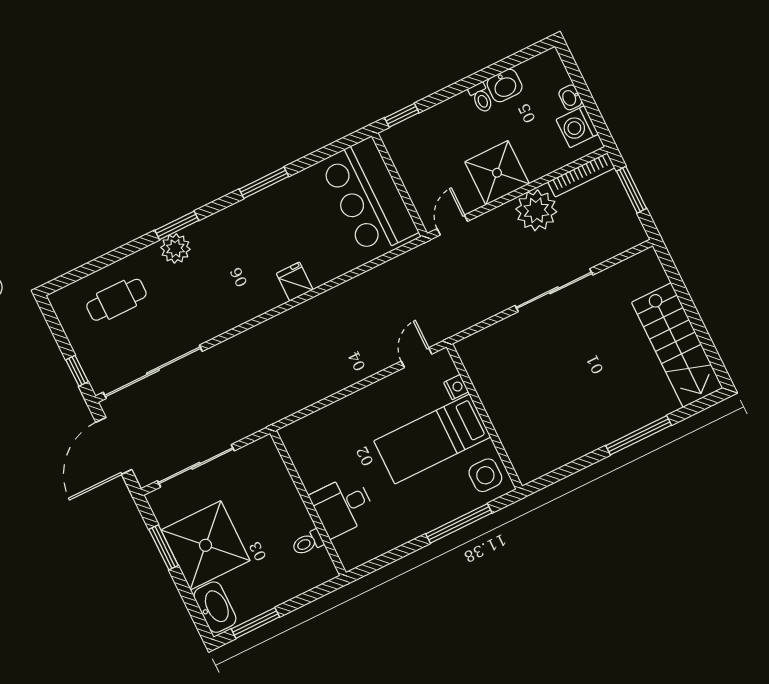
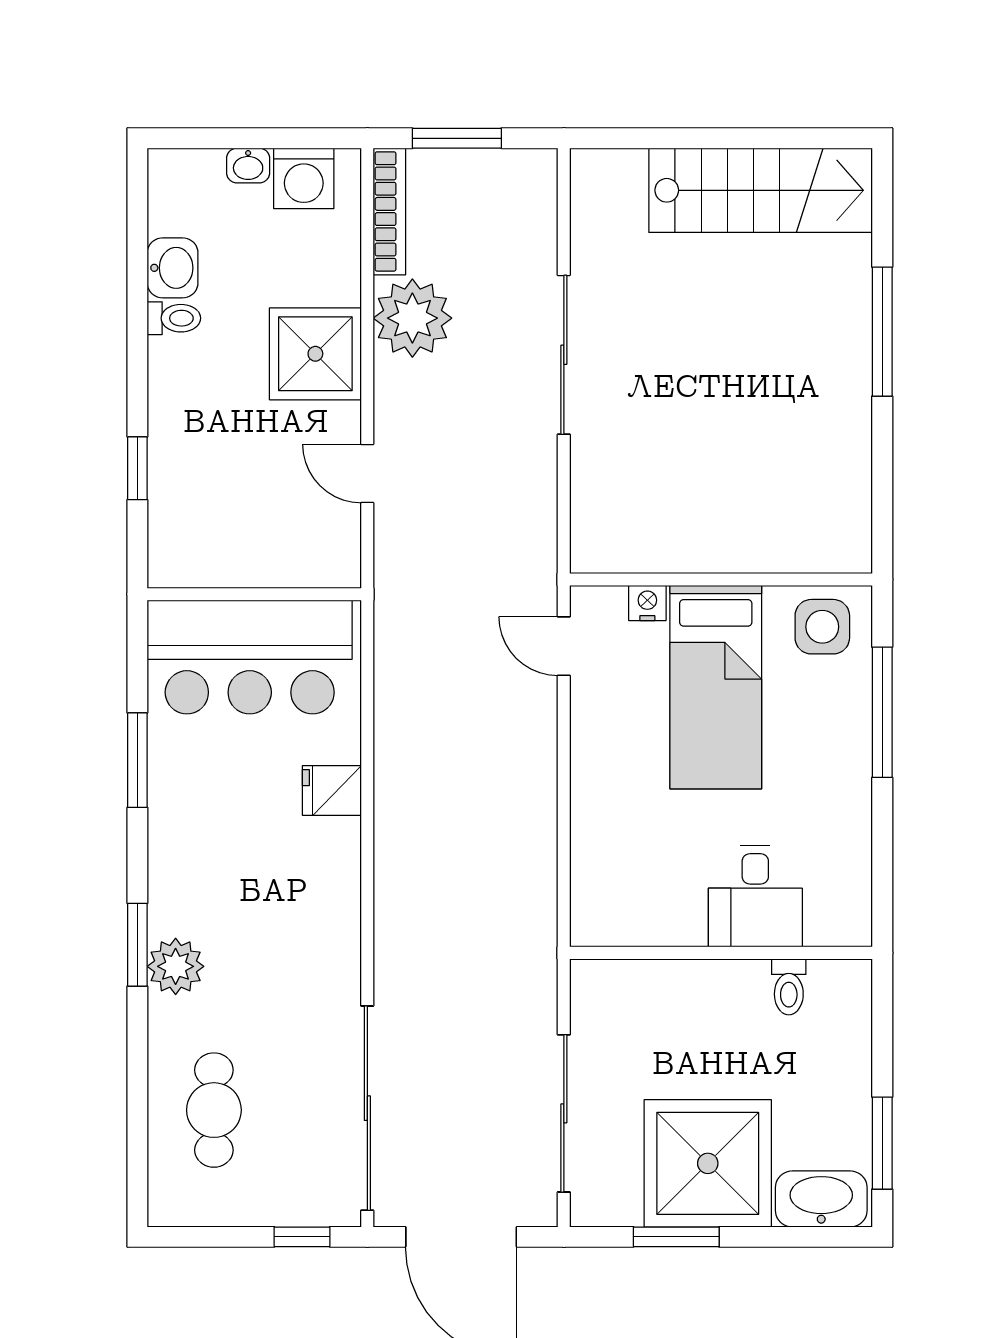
wall: (400, 185) -> (254, 594), moved
bar counter: (369, 197) -> (250, 657), moved

